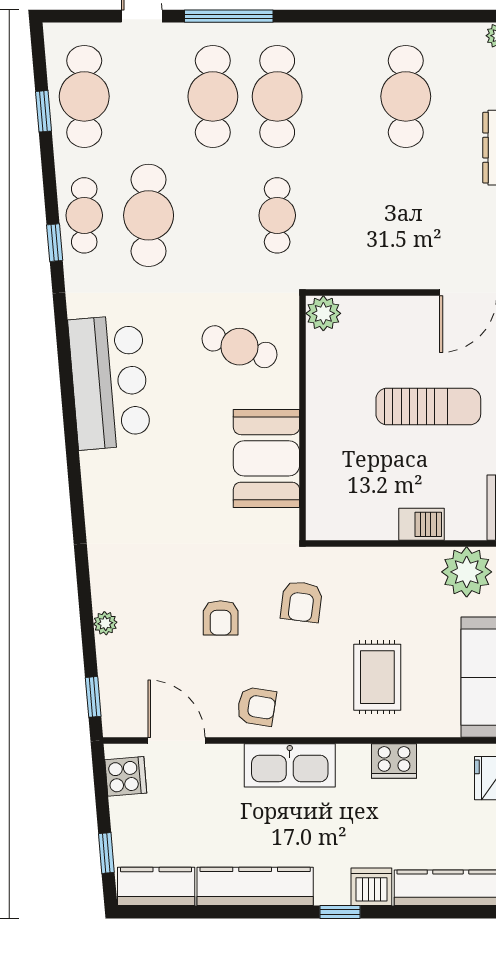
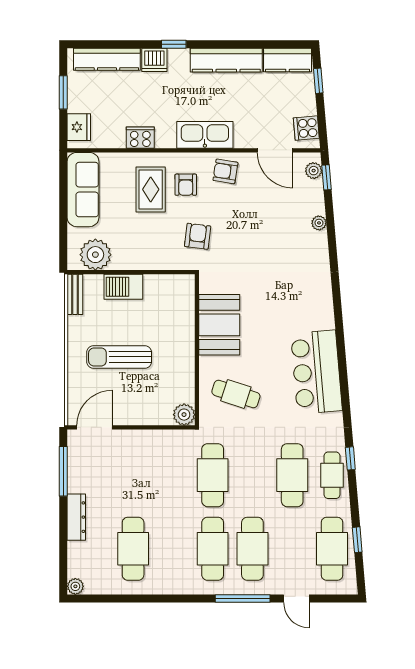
cafe table: (277, 215) -> (213, 475), width x1.37, depth x1.35
barbecue: (422, 524) -> (123, 287), width x1.38, depth x1.27
armchair: (221, 618) -> (186, 185), moved, turned 180
plant: (114, 708) -> (314, 171), added

